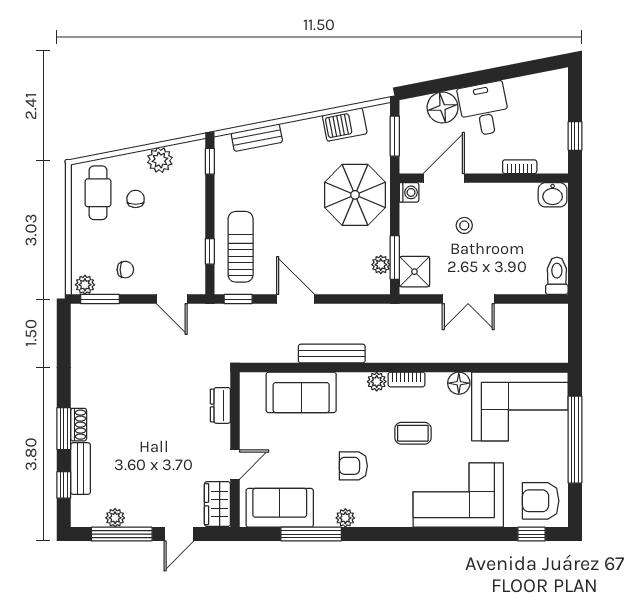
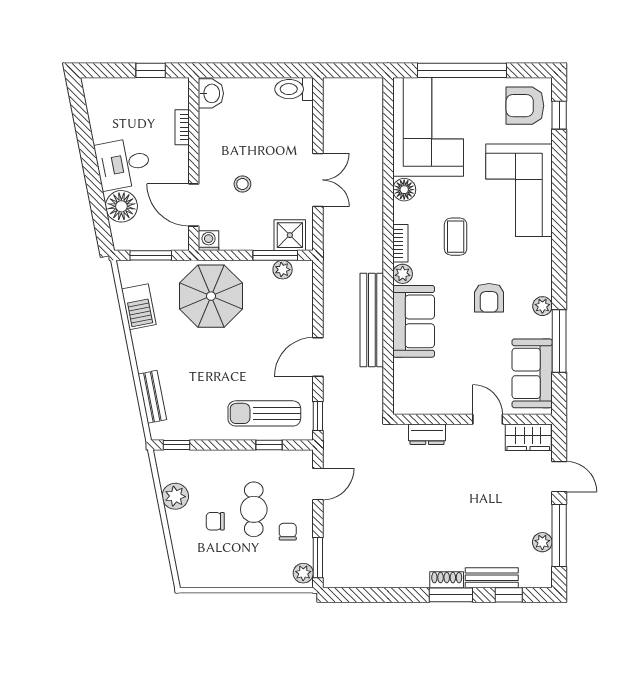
cafe table: (98, 193) -> (254, 509), moved, turned 90
bench: (332, 354) -> (372, 320), width x1.37, depth x1.21
sofa: (301, 392) -> (414, 321), moved
armchair: (541, 501) -> (525, 106), turned 90

